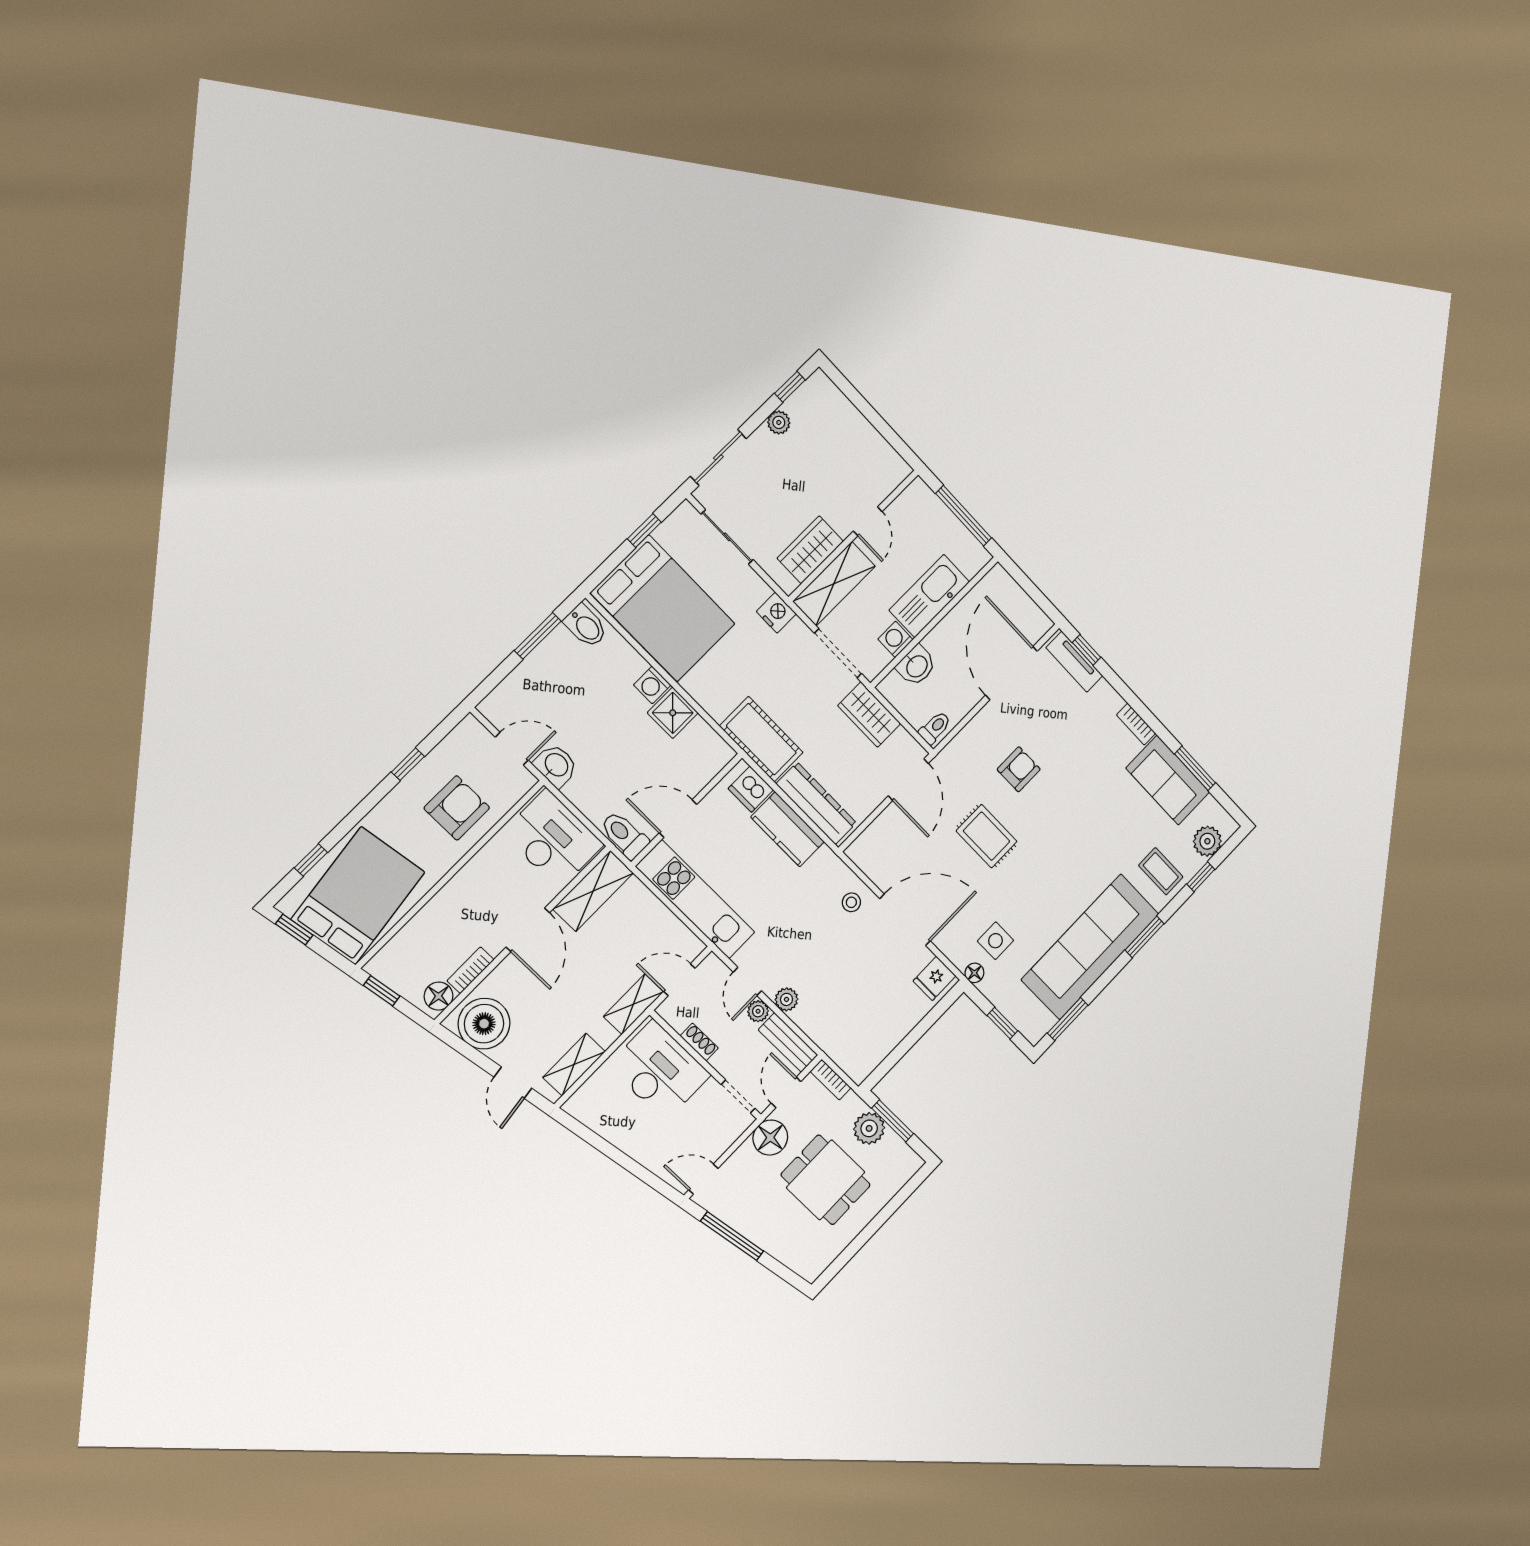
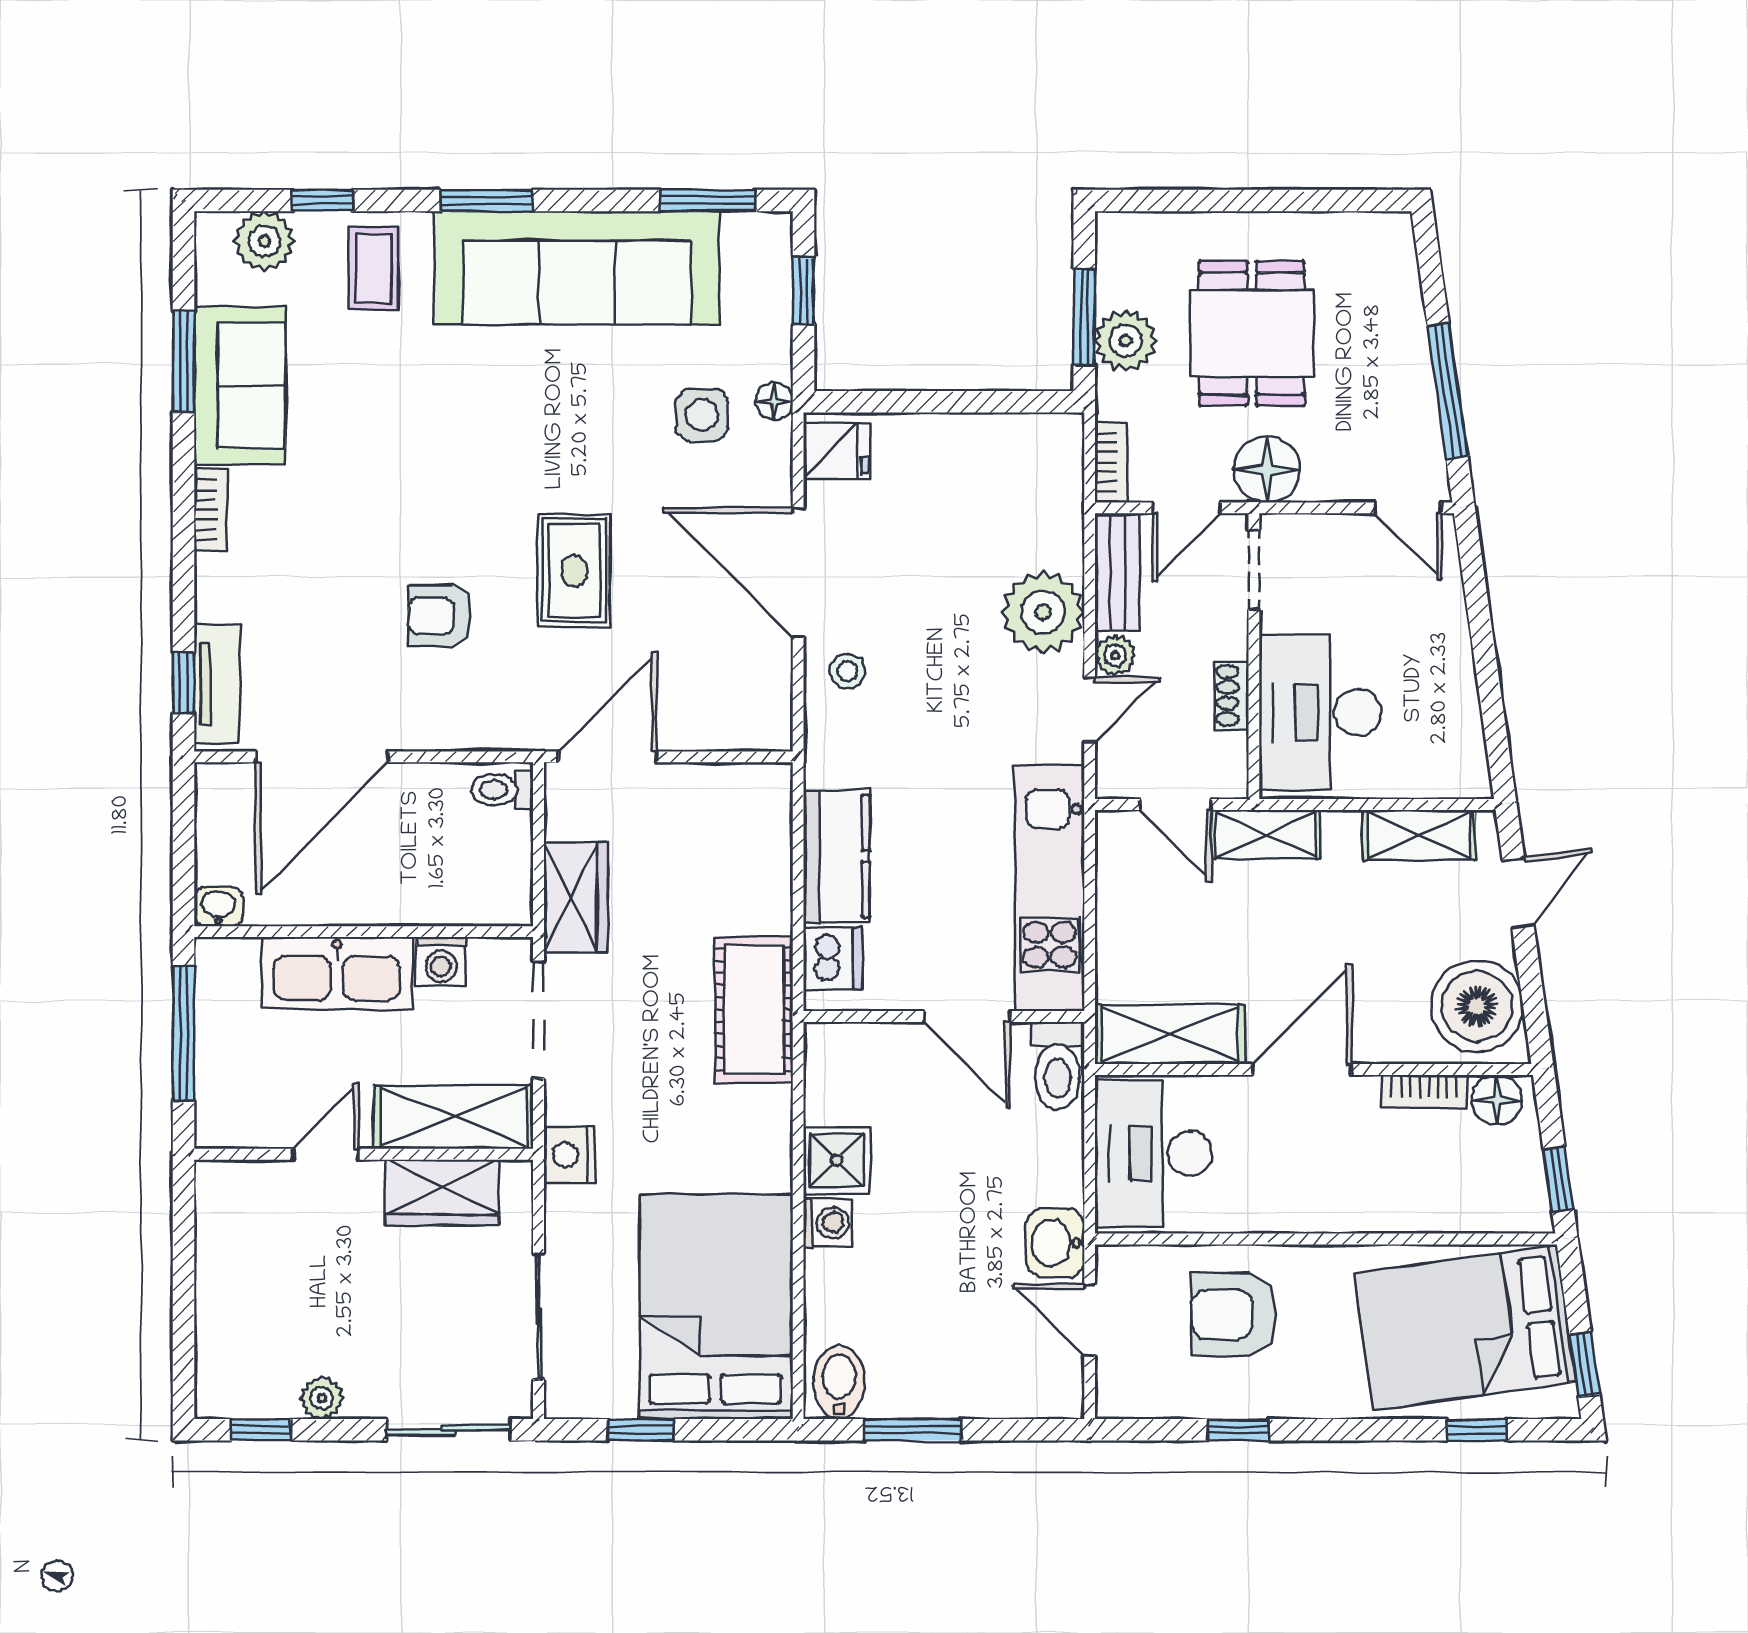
washbasin: (916, 666) -> (218, 907), moved, width x0.72, depth x0.69
dresser: (816, 803) -> (764, 851), removed
plant: (786, 999) -> (1043, 612), width x1.87, depth x1.87

